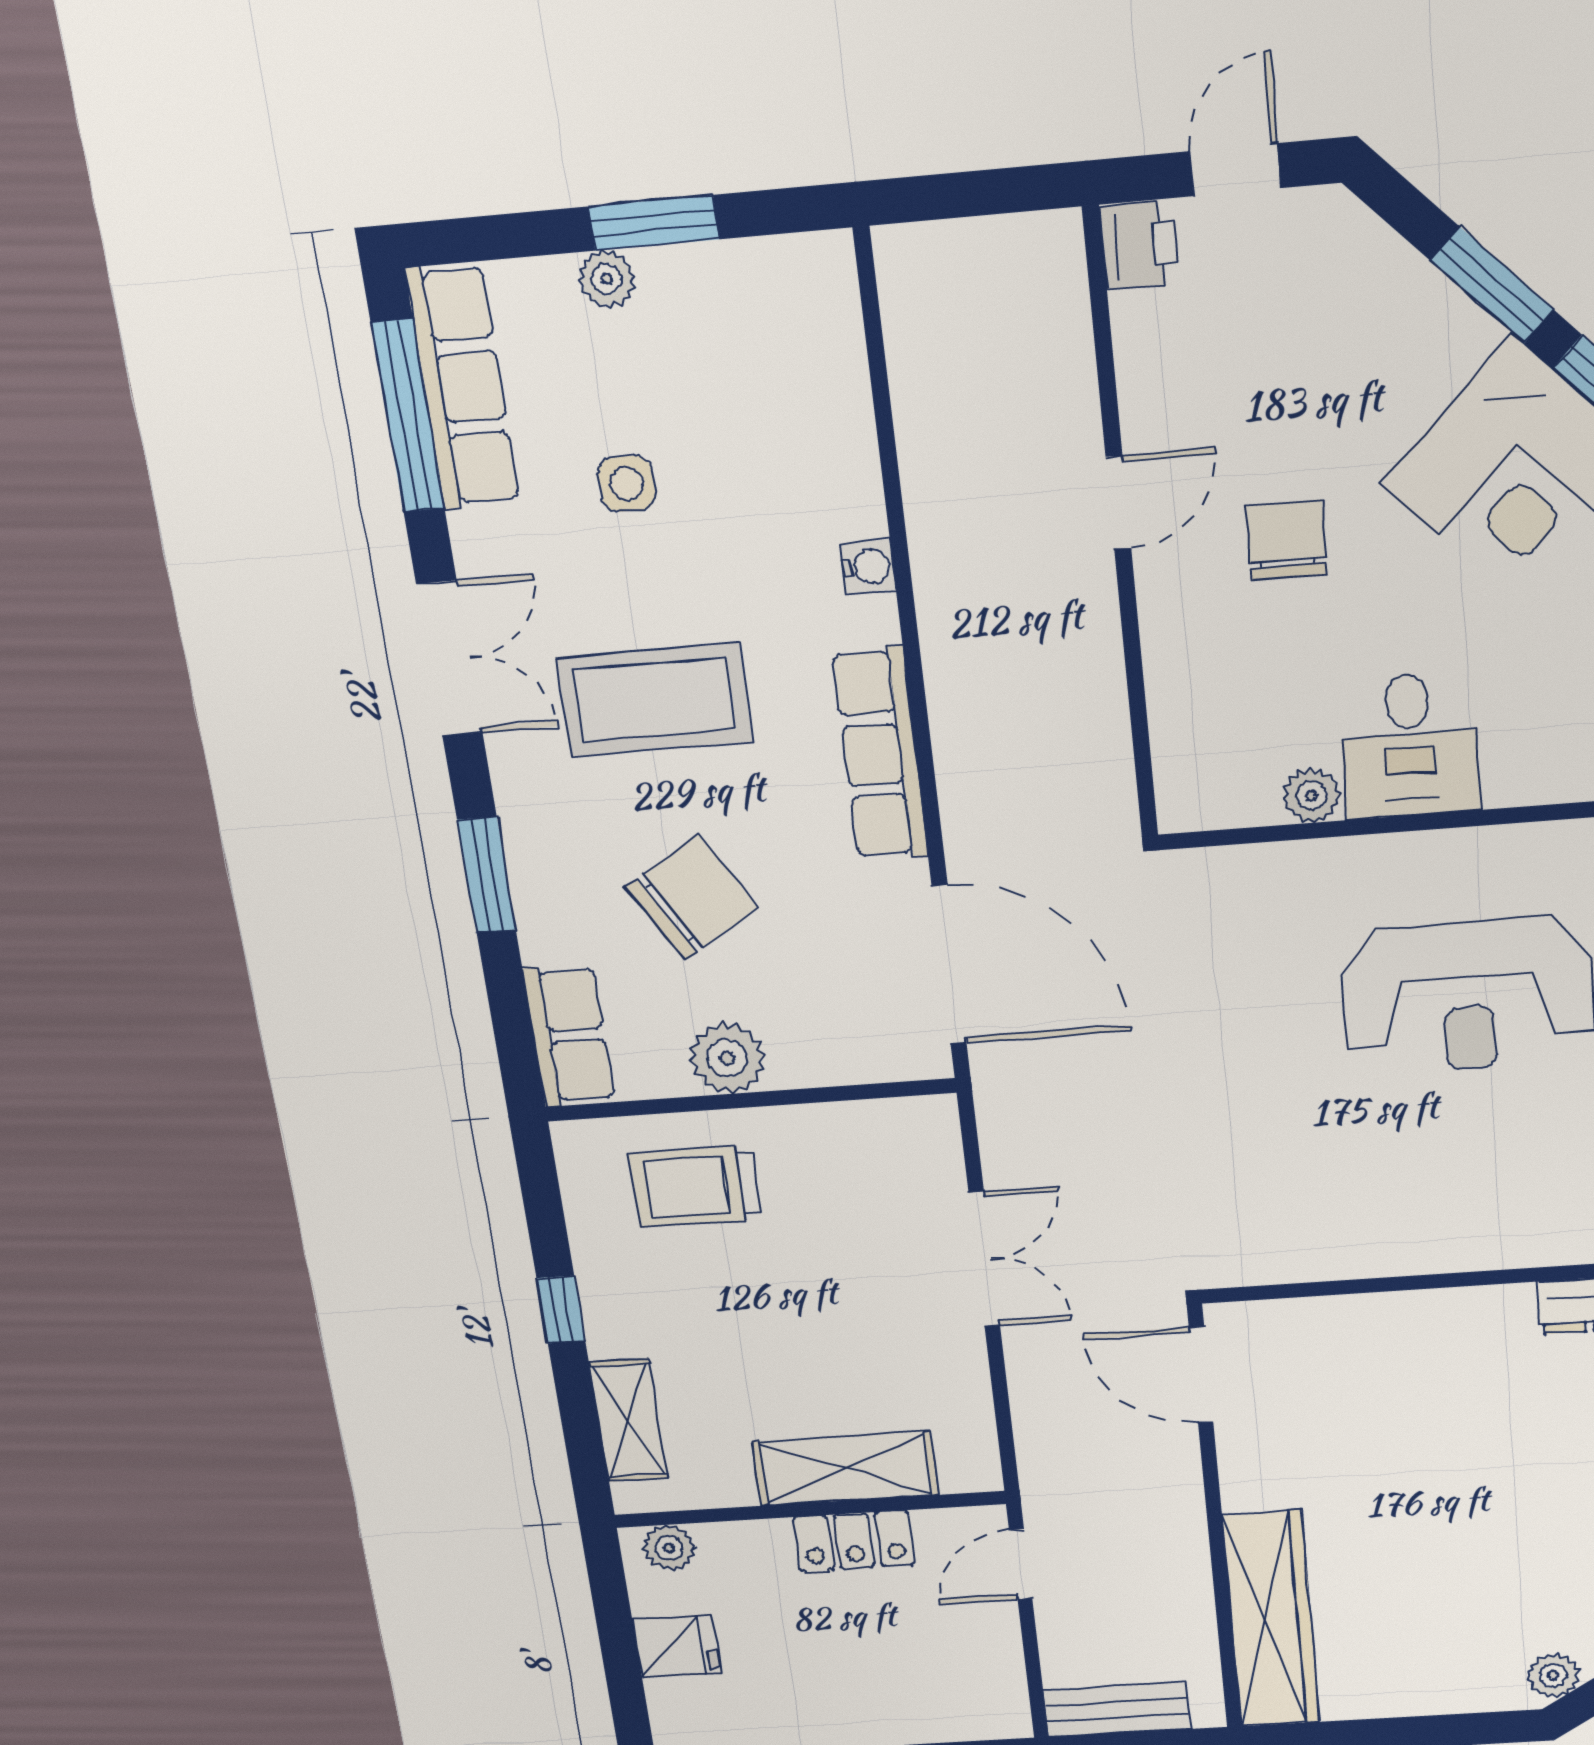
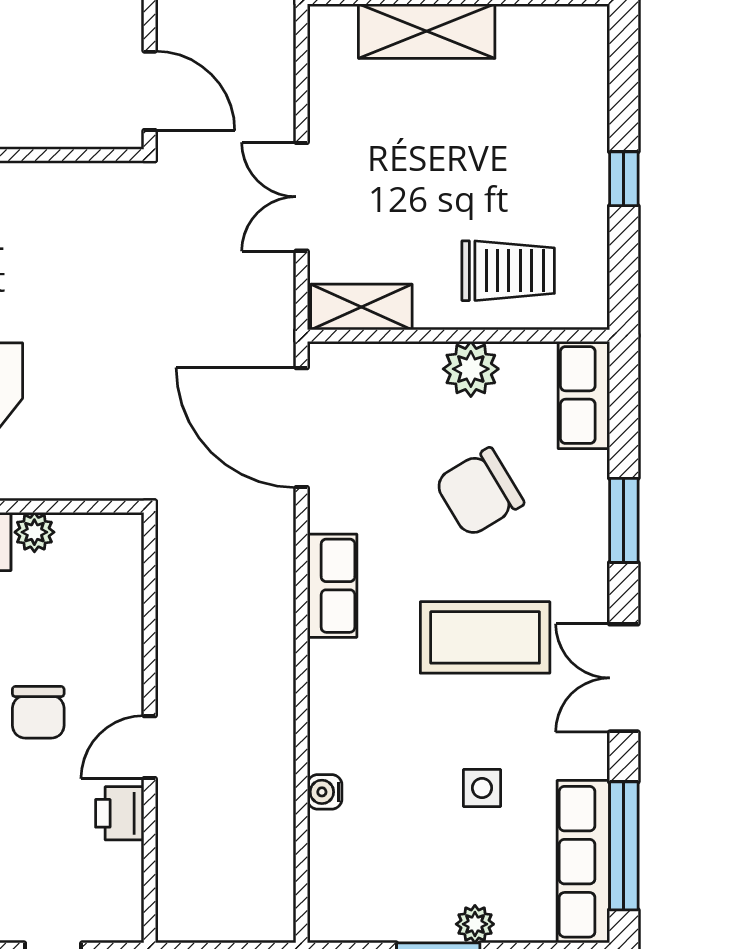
printer: (1139, 245) -> (120, 813), moved
water cooler: (868, 566) -> (325, 792), moved
row of seats: (880, 754) -> (332, 586), width x0.68
shelving: (628, 1421) -> (361, 307), moved, turned 90

